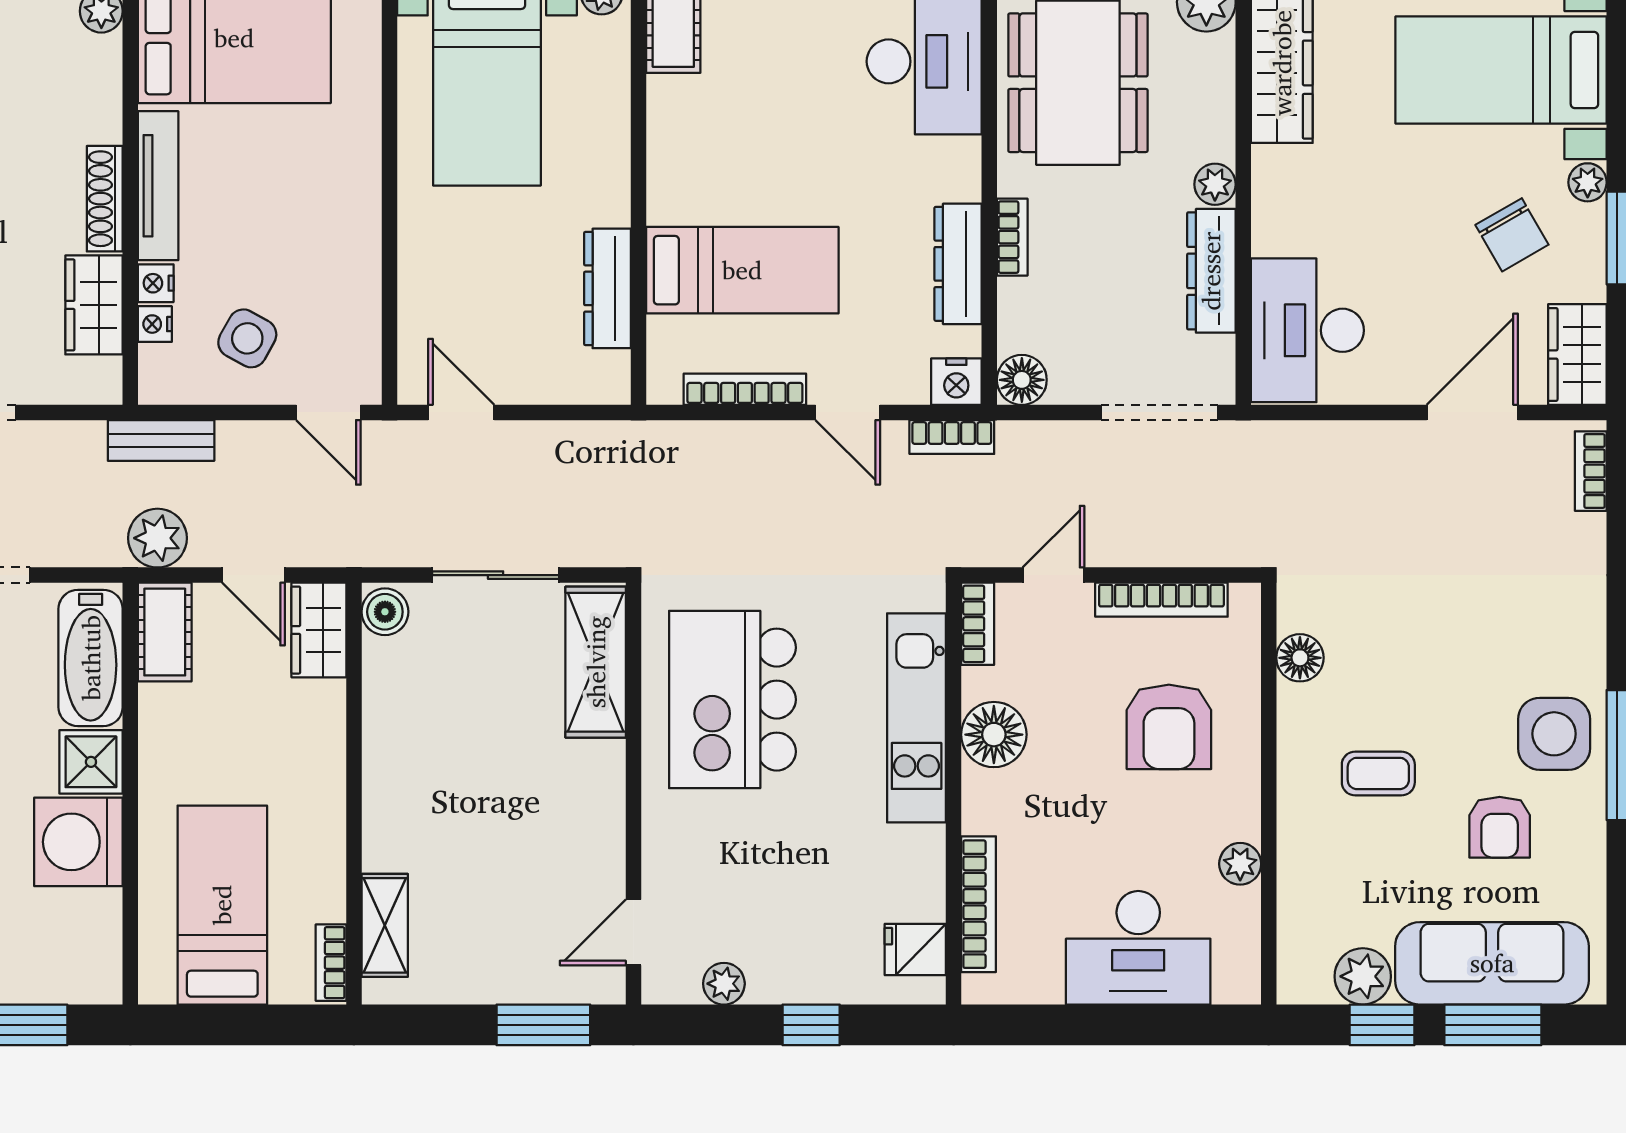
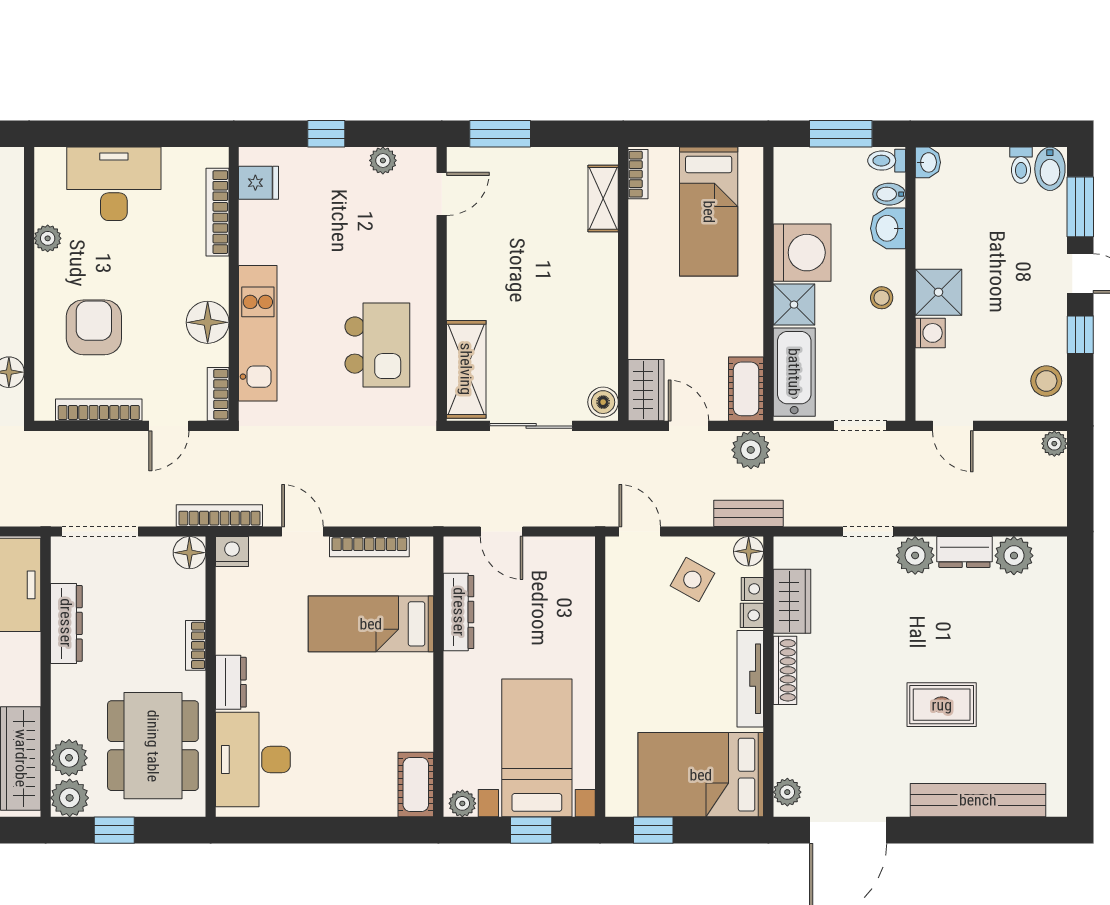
plant: (1215, 184) -> (69, 758), moved, width x1.38, depth x1.38
dresser: (958, 264) -> (231, 682), moved, width x0.70
floor lamp: (161, 382) -> (749, 551), added
door: (461, 412) -> (502, 531), moved
bookcase: (952, 437) -> (219, 516), width x1.56
kitchen island: (732, 700) -> (377, 345), width x0.73, depth x0.78

